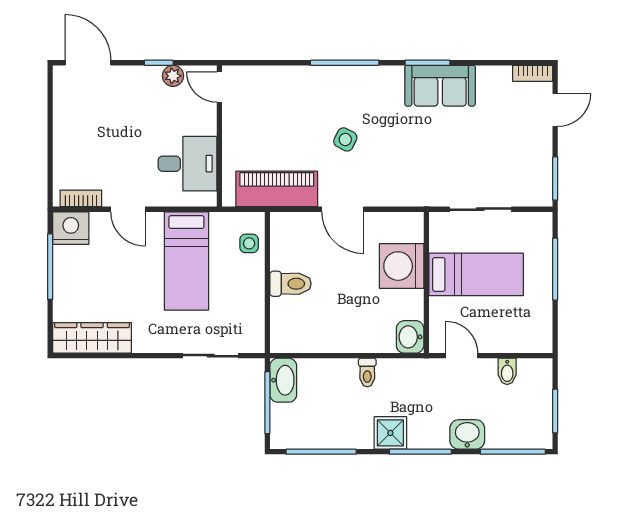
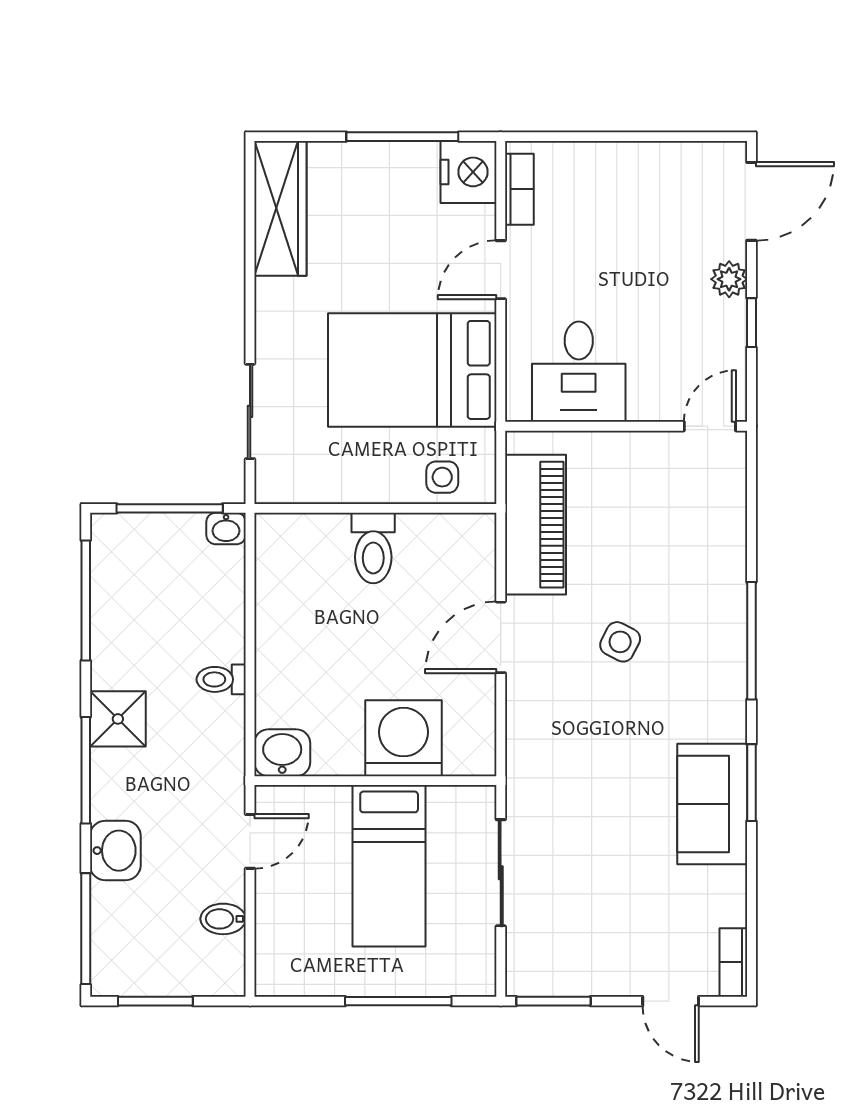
plant: (173, 76) -> (729, 279), moved
bed: (186, 261) -> (412, 370), width x1.50
washbasin: (283, 380) -> (226, 529), width x0.52, depth x0.69

